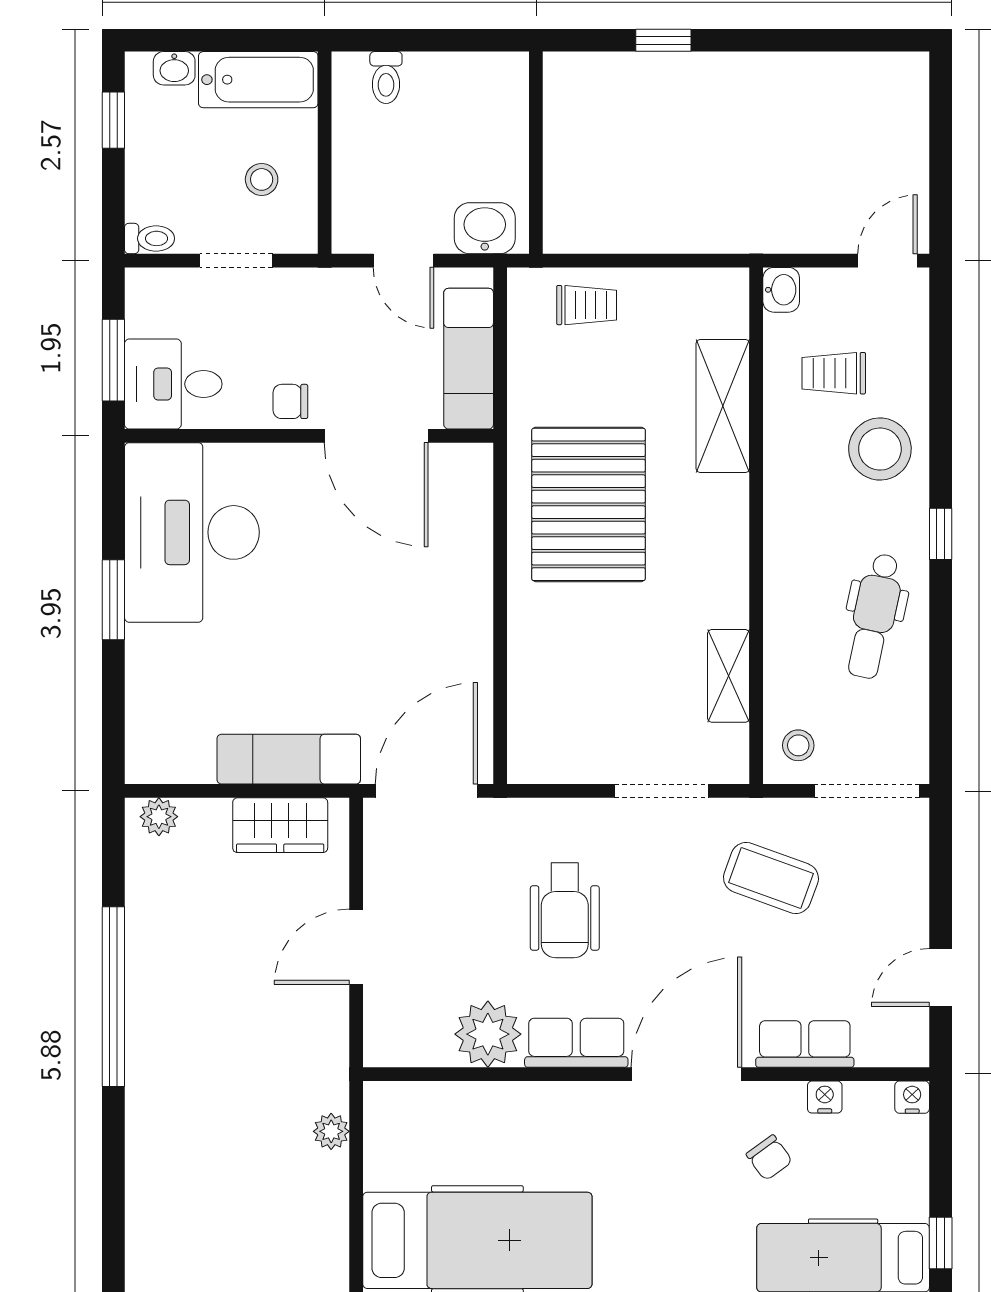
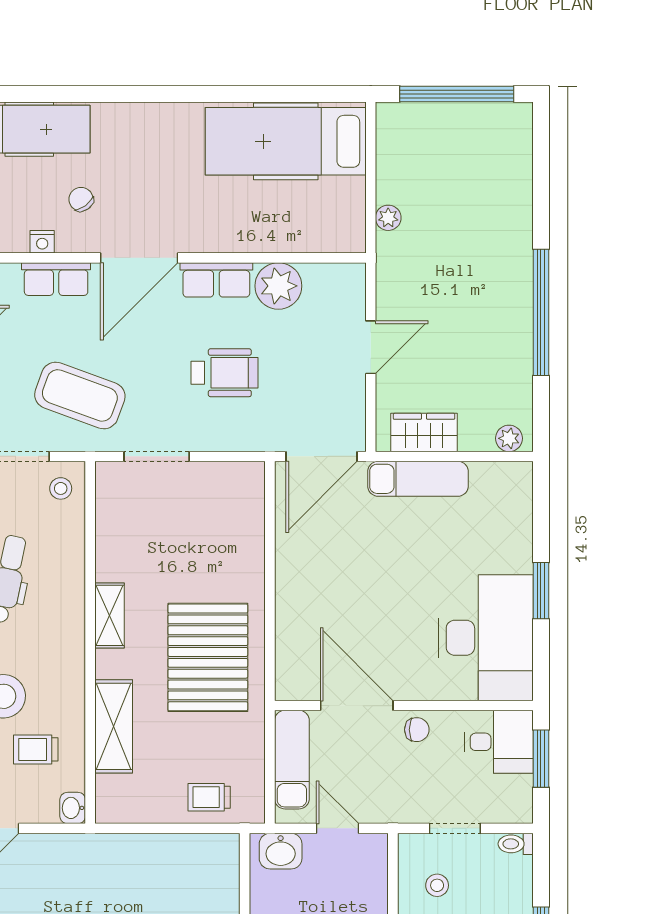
trolley: (834, 373) -> (36, 749), turned 180
shelving: (729, 676) -> (110, 615), moved
coffee table: (771, 878) -> (80, 395), width x1.36, depth x1.32
wheelchair: (565, 910) -> (224, 373), turned 90

